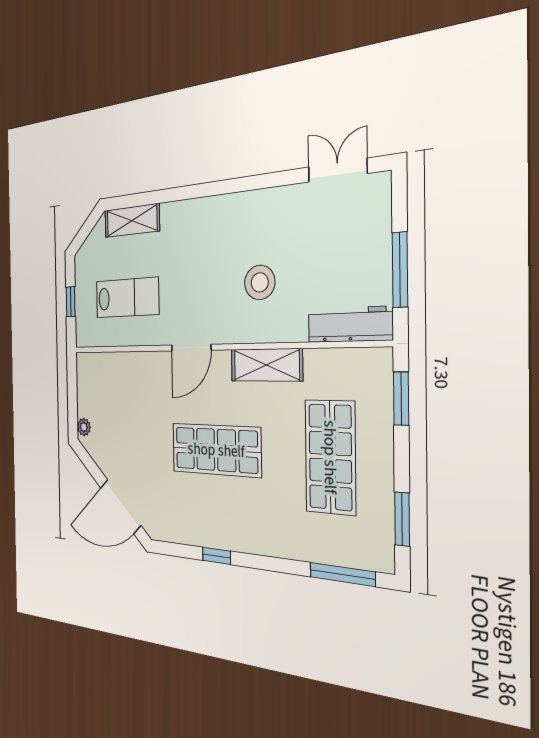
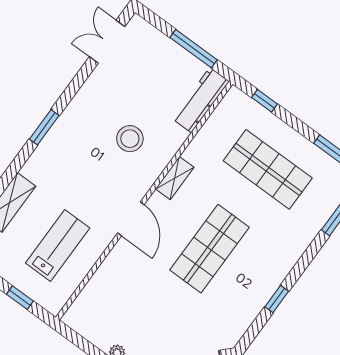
window: (213, 189) -> (44, 127), added
shelving: (266, 365) -> (175, 178), width x0.67, depth x0.75
window: (401, 399) -> (265, 101), width x0.67

